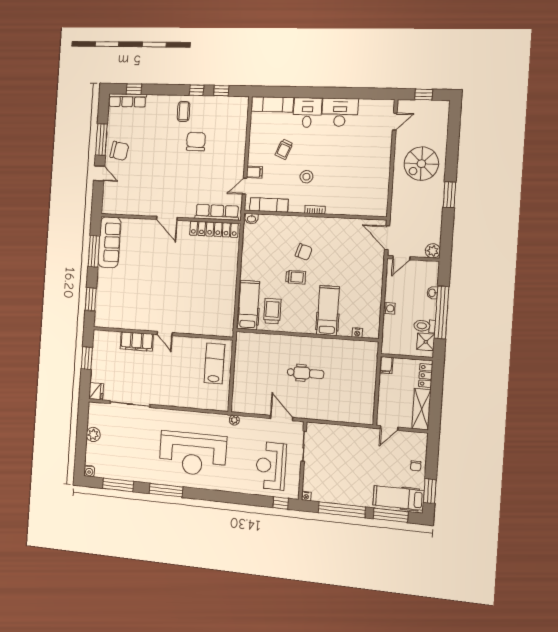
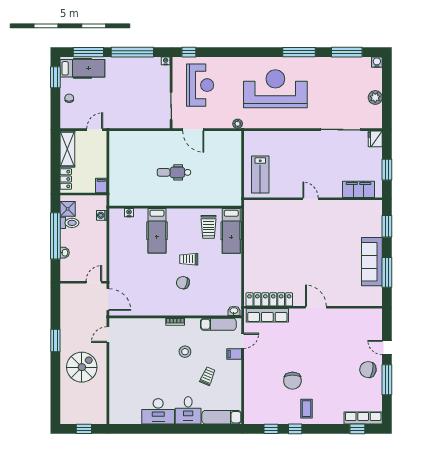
door: (395, 122) -> (108, 335), moved
sofa: (109, 242) -> (372, 262), moved
plant: (433, 251) -> (67, 290), removed
washing machine: (389, 308) -> (102, 215), moved
filing cabinet: (137, 341) -> (358, 189), moved

